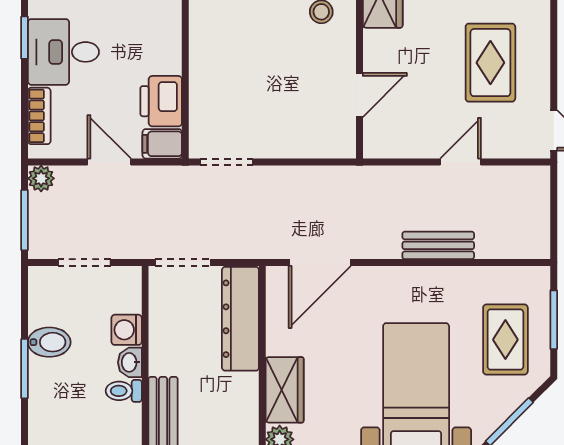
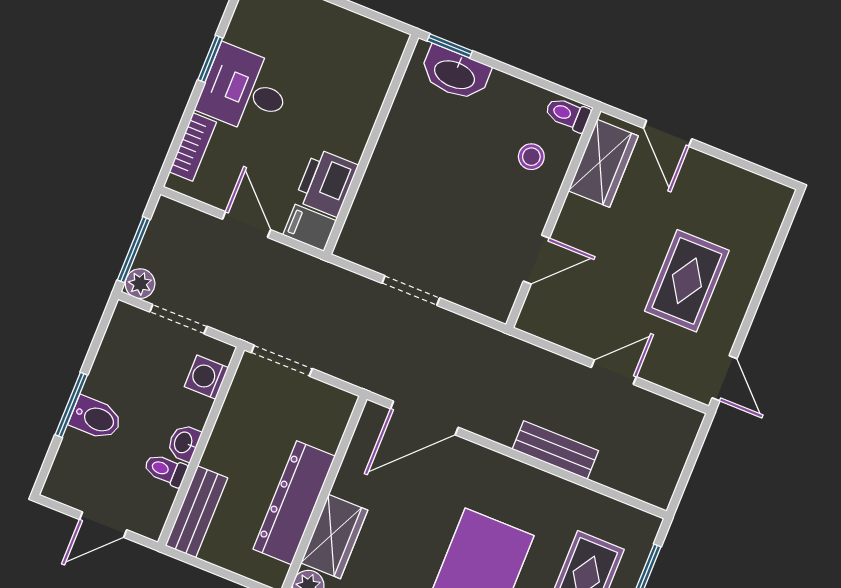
doorway: (227, 162) -> (411, 291), moved
plant: (41, 178) -> (140, 284), moved
dresser: (240, 319) -> (294, 503), moved
washing machine: (127, 330) -> (206, 377), moved
bidet: (49, 342) -> (96, 418), moved

